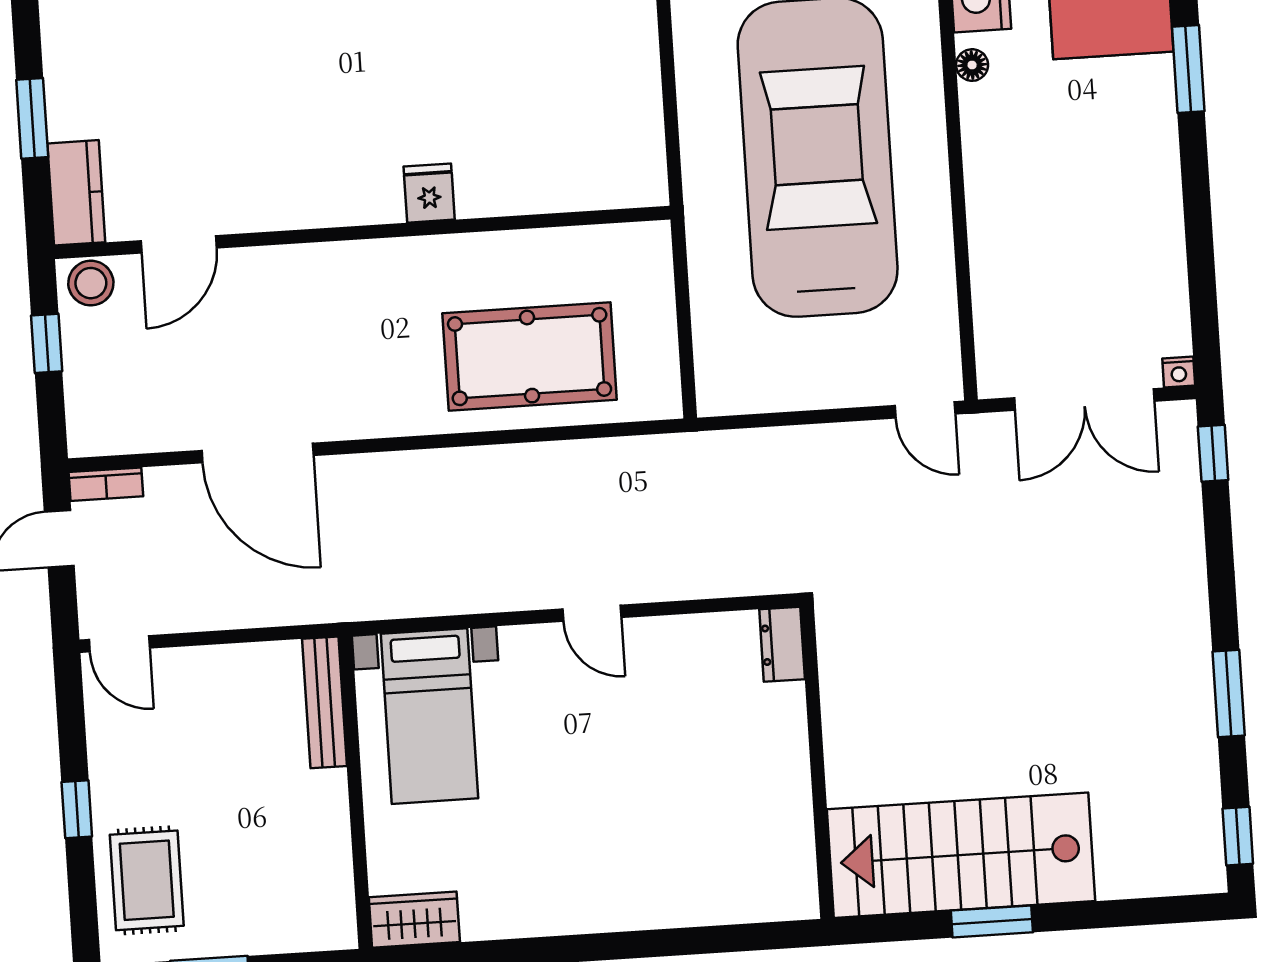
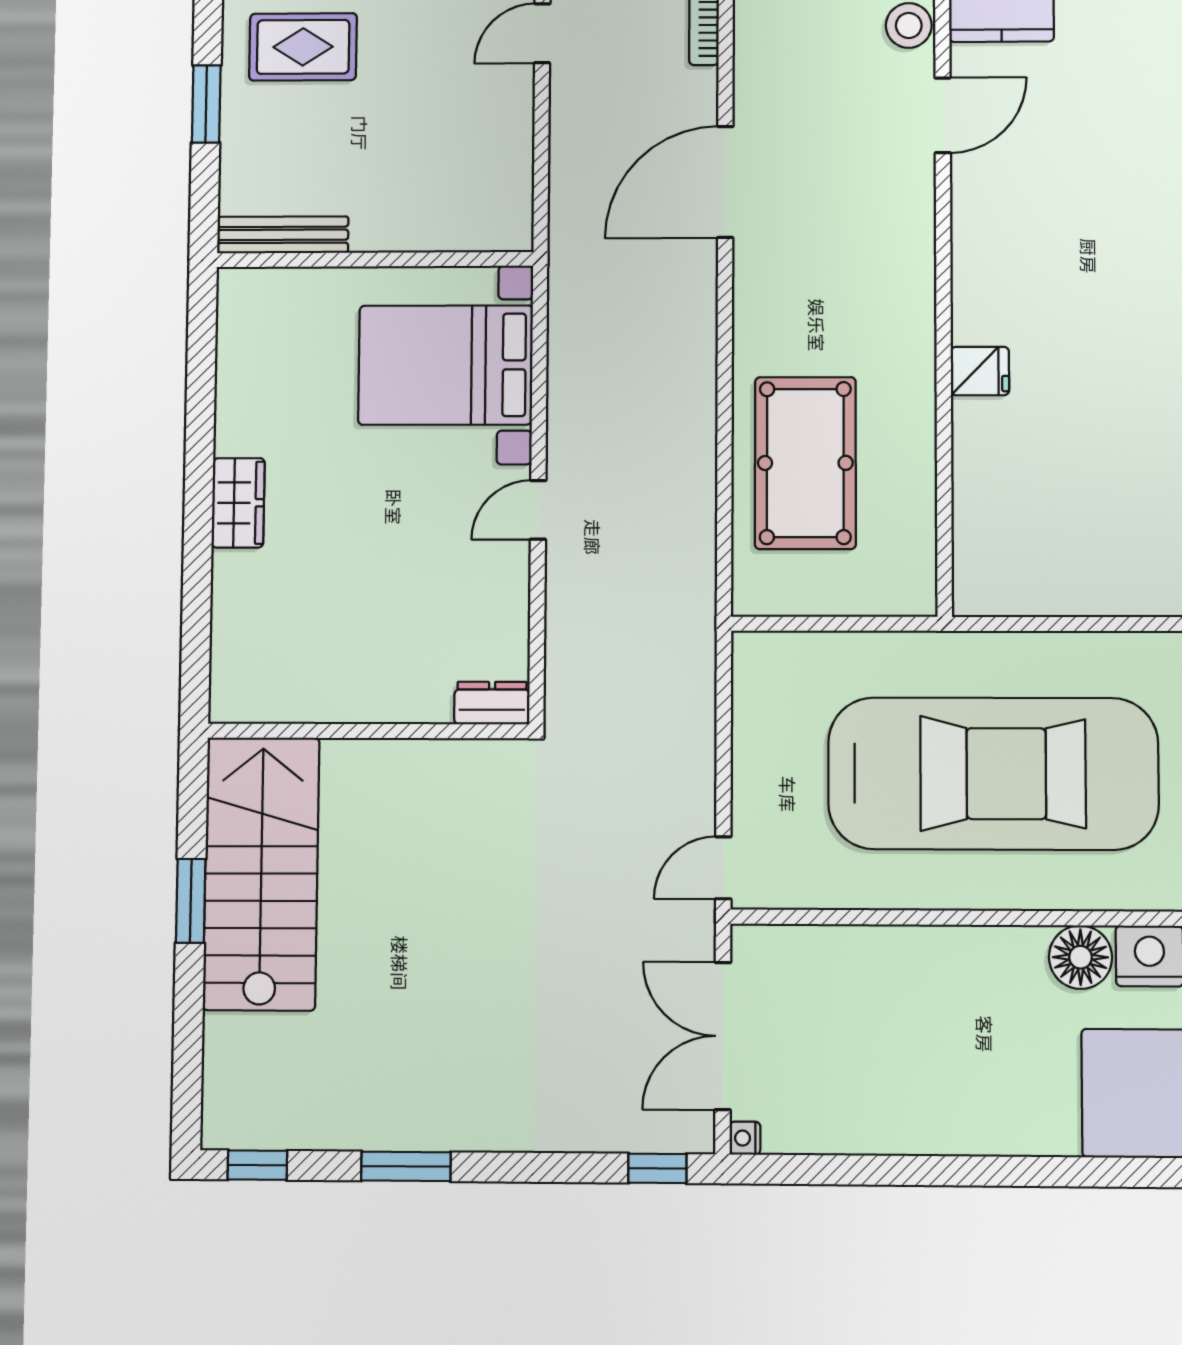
floor lamp: (972, 65) -> (1080, 957), width x1.89, depth x1.89
window: (1188, 69) -> (1063, 1172), removed
door: (179, 244) -> (943, 115), swing flipped
bench: (324, 702) -> (283, 235), moved
bed with nightstands: (429, 716) -> (446, 365), width x1.36
wardrobe: (414, 920) -> (238, 503), moved

